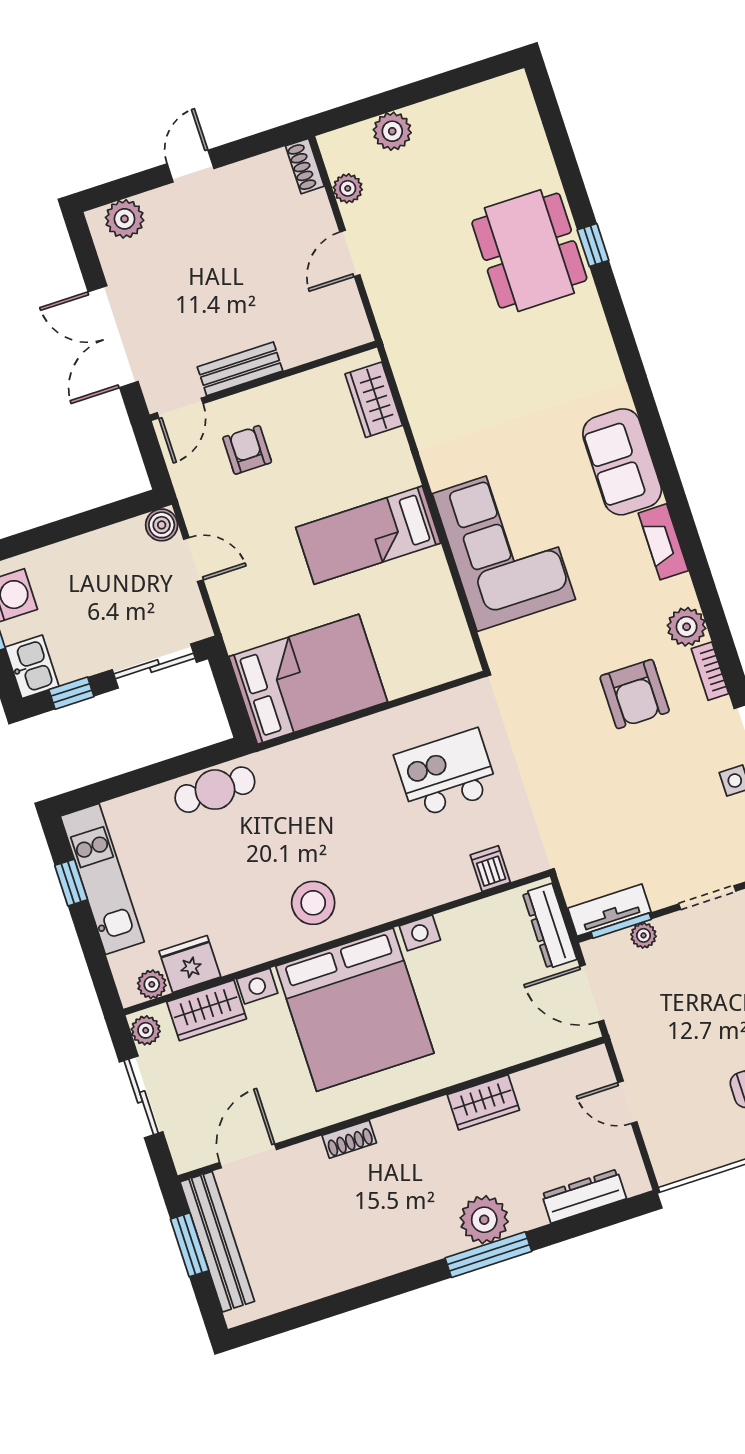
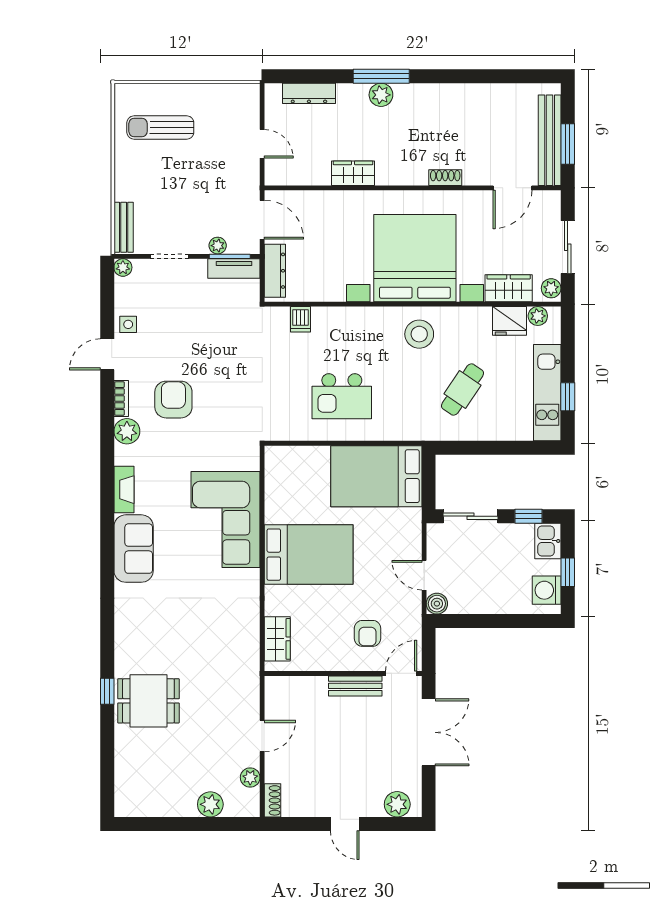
door: (191, 166) -> (345, 824), hinge flipped
dining table: (529, 251) -> (148, 701), width x0.73
bed: (368, 535) -> (309, 555), width x1.50
kitchen island: (446, 773) -> (342, 396), moved
cafe table: (215, 790) -> (463, 390), moved, turned -56
plant: (484, 1220) -> (381, 95), width x0.73, depth x0.73

